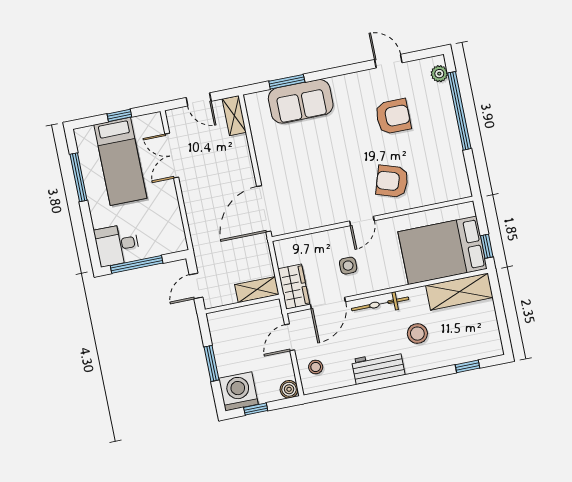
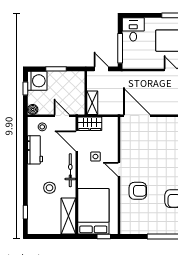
armchair: (392, 181) -> (138, 191), turned 72
window: (487, 246) -> (104, 237), moved
window: (137, 264) -> (120, 48), moved
workbench: (378, 367) -> (35, 150), moved

